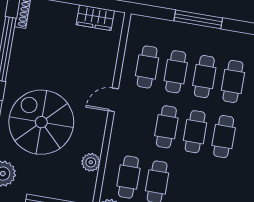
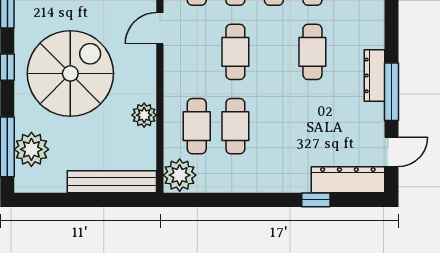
spiral stairs: (41, 122) -> (70, 73), turned 90
cafe table: (195, 132) -> (274, 52), removed

